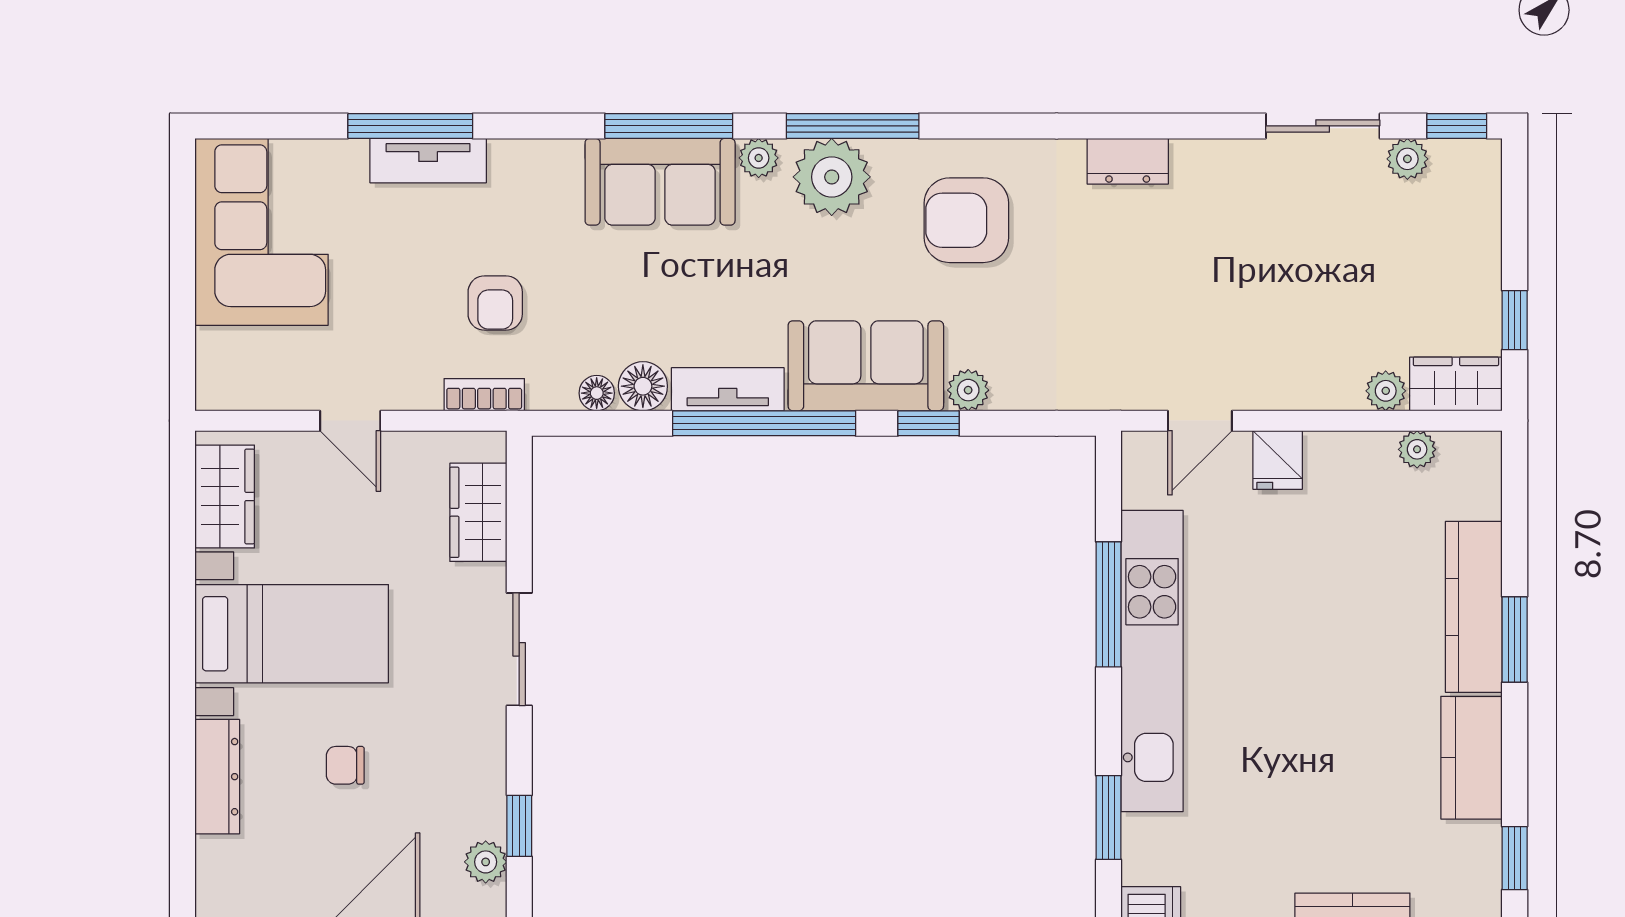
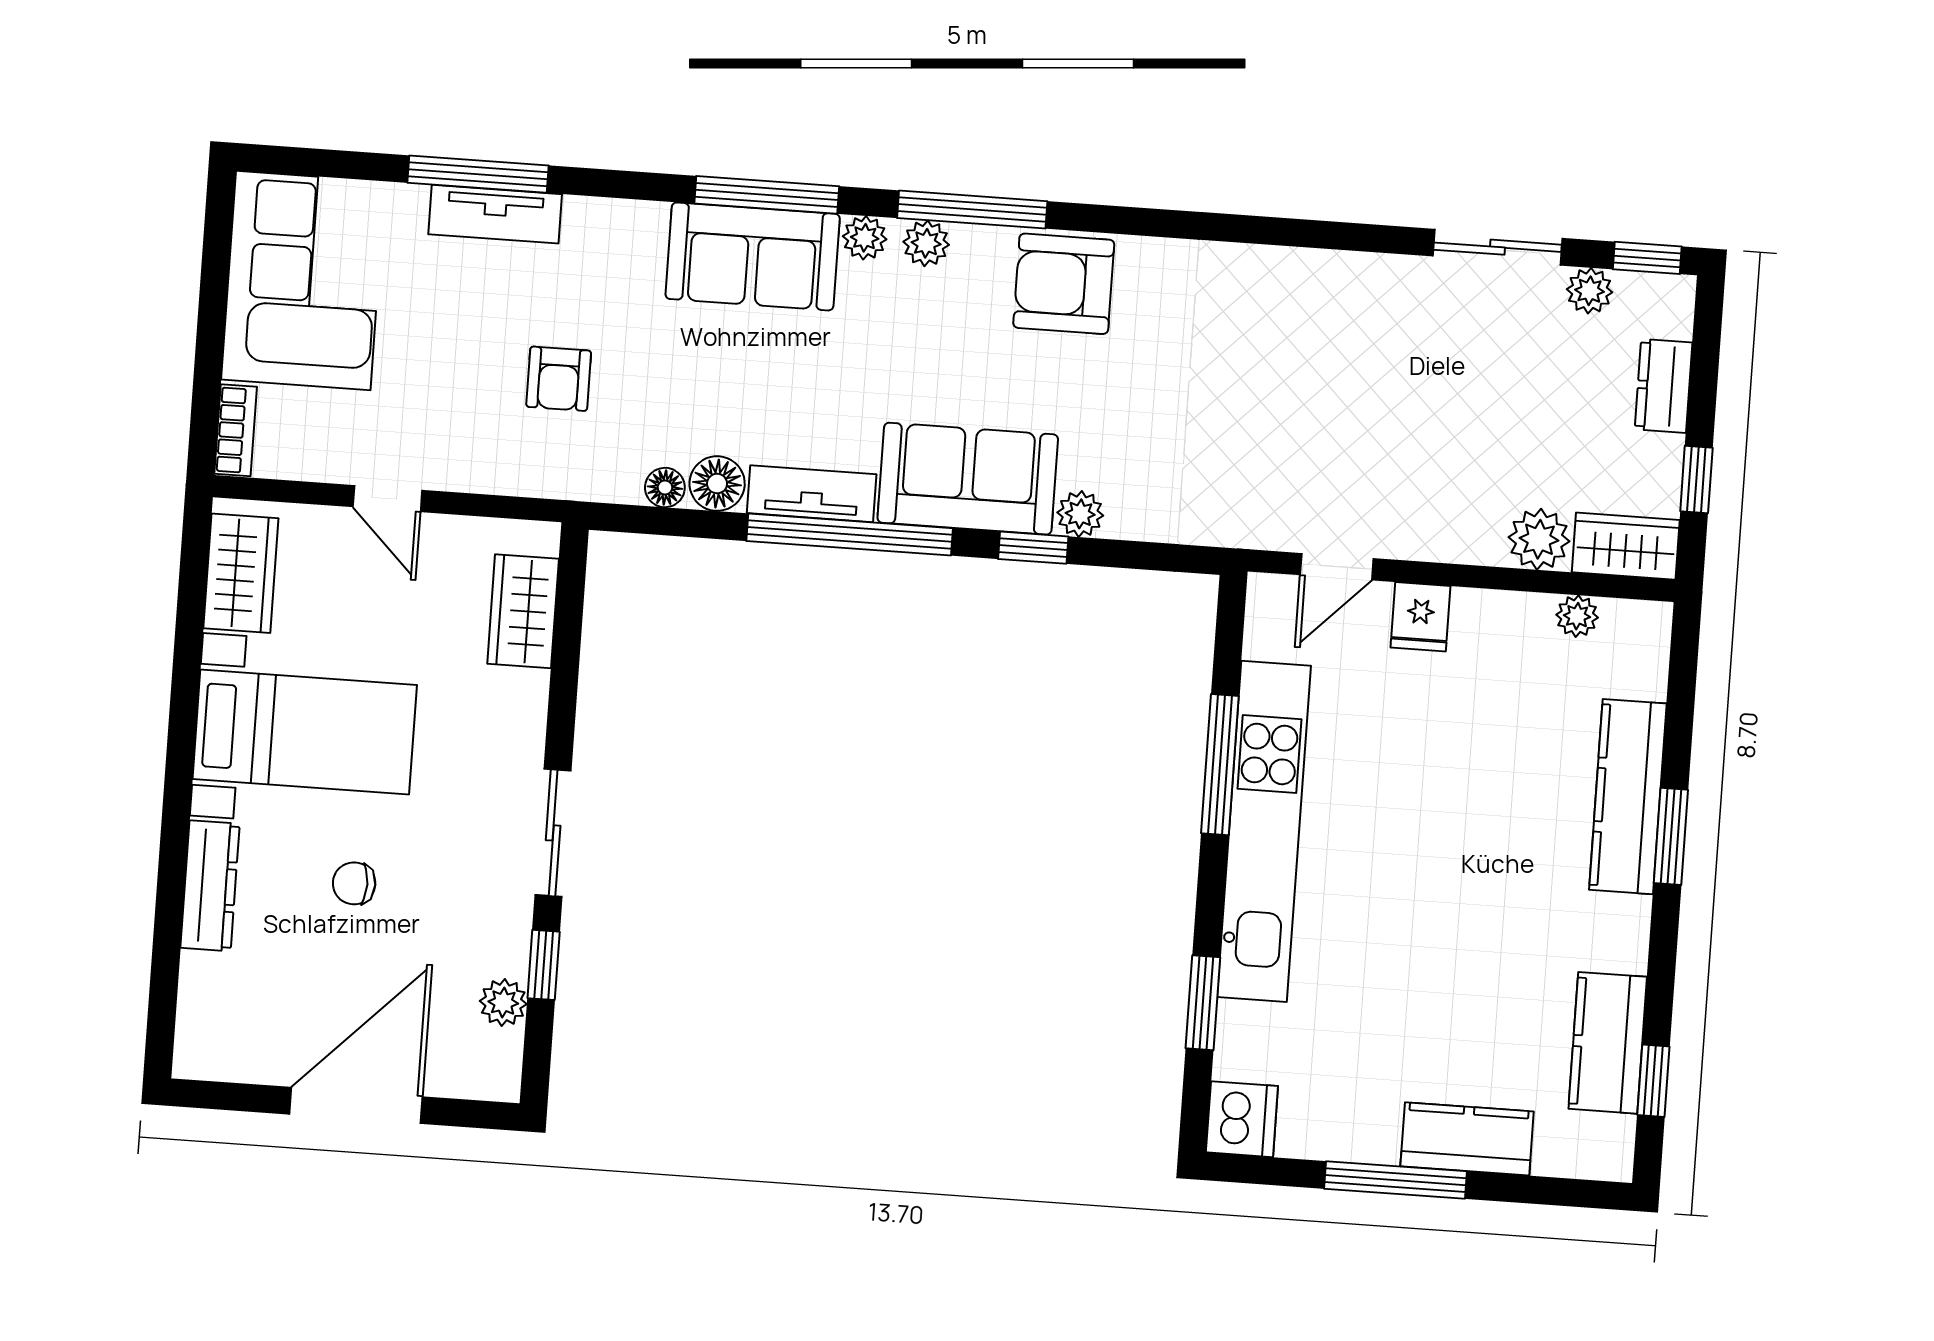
dresser: (1128, 161) -> (1664, 386), moved, turned 90
plant: (832, 177) -> (926, 243), width x0.53, depth x0.53
armchair: (966, 220) -> (1064, 284), moved
plant: (1386, 391) -> (1539, 539), width x1.38, depth x1.38
bookcase: (484, 395) -> (236, 430), moved, turned 90
sliding door: (519, 649) -> (553, 833), moved
kitchen counter: (1472, 758) -> (1608, 1043), moved

